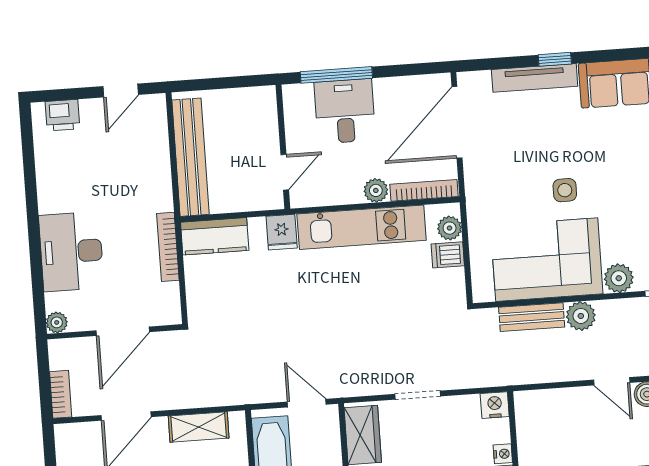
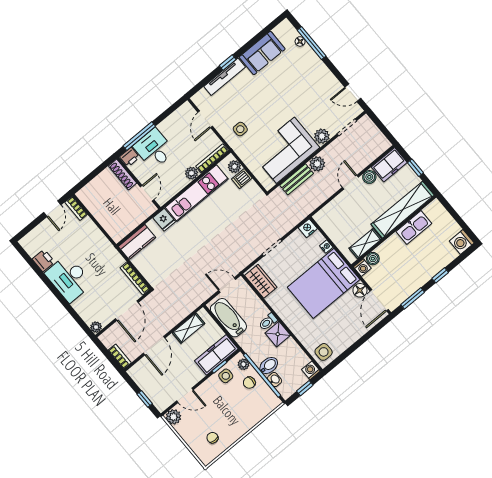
printer: (298, 97) -> (130, 157), added
printer: (62, 115) -> (43, 261), moved, turned -90
shoe rack: (268, 116) -> (123, 174), added
bookcase: (158, 117) -> (76, 208), added
door: (457, 122) -> (205, 119), width x0.53
bench: (190, 157) -> (102, 216), removed
side table: (565, 190) -> (240, 129), moved
bookcase: (168, 247) -> (135, 278), moved
desk: (71, 252) -> (69, 278), moved
door: (612, 381) -> (350, 182), swing flipped

